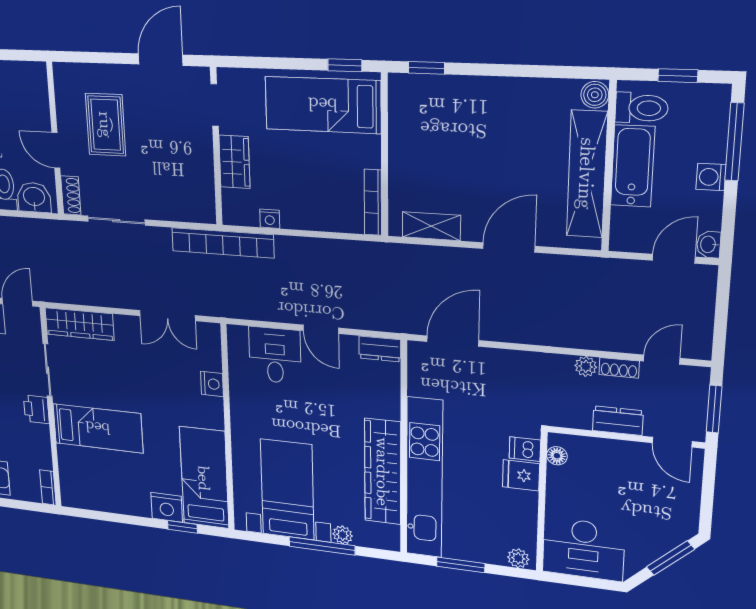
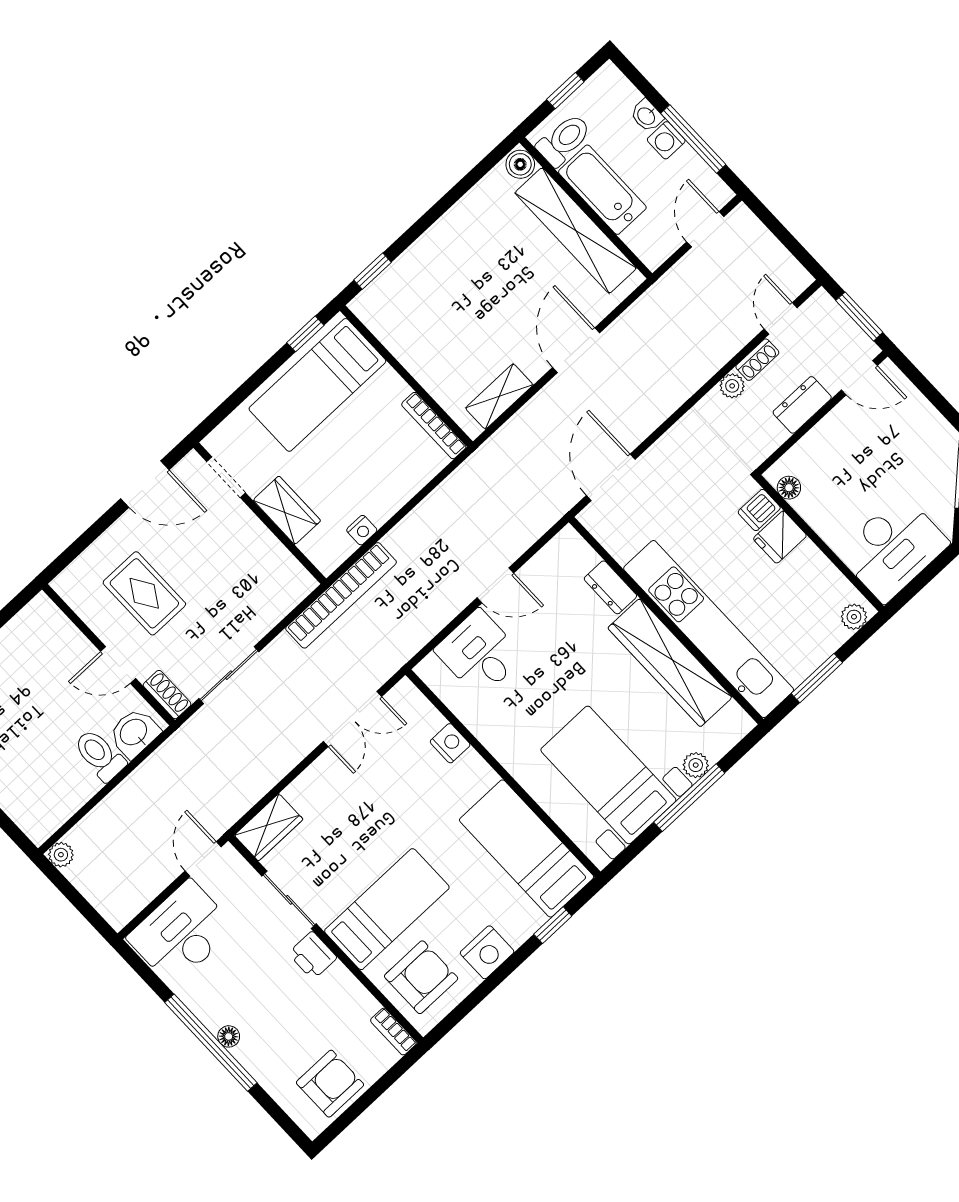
door: (161, 60) -> (145, 484), swing flipped
window: (734, 142) -> (693, 139), moved
washbasin: (709, 244) -> (647, 116), moved
wardrobe: (79, 324) -> (269, 827), width x0.67
dresser: (380, 349) -> (610, 587), moved, turned 90
armchair: (86, 478) -> (421, 977), added
nightstand: (167, 507) -> (487, 952), moved

